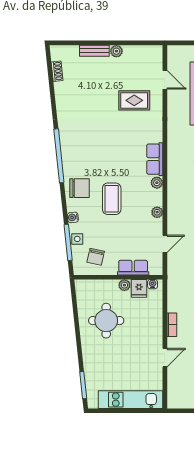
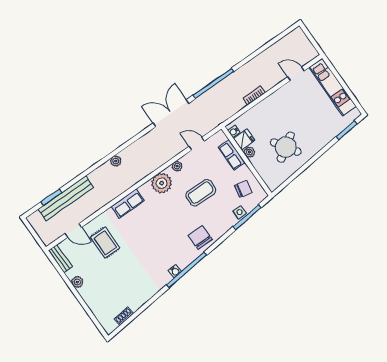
bench: (94, 51) -> (60, 259), moved
door: (165, 80) -> (73, 230), swing flipped
row of seats: (155, 159) -> (128, 203), moved
plant: (157, 183) -> (162, 183), width x1.88, depth x1.88
coffee table: (112, 199) -> (201, 193), moved
water cooler: (73, 217) -> (175, 271), moved
round table: (106, 321) -> (286, 147), turned -33
door: (165, 358) -> (296, 74), moved

